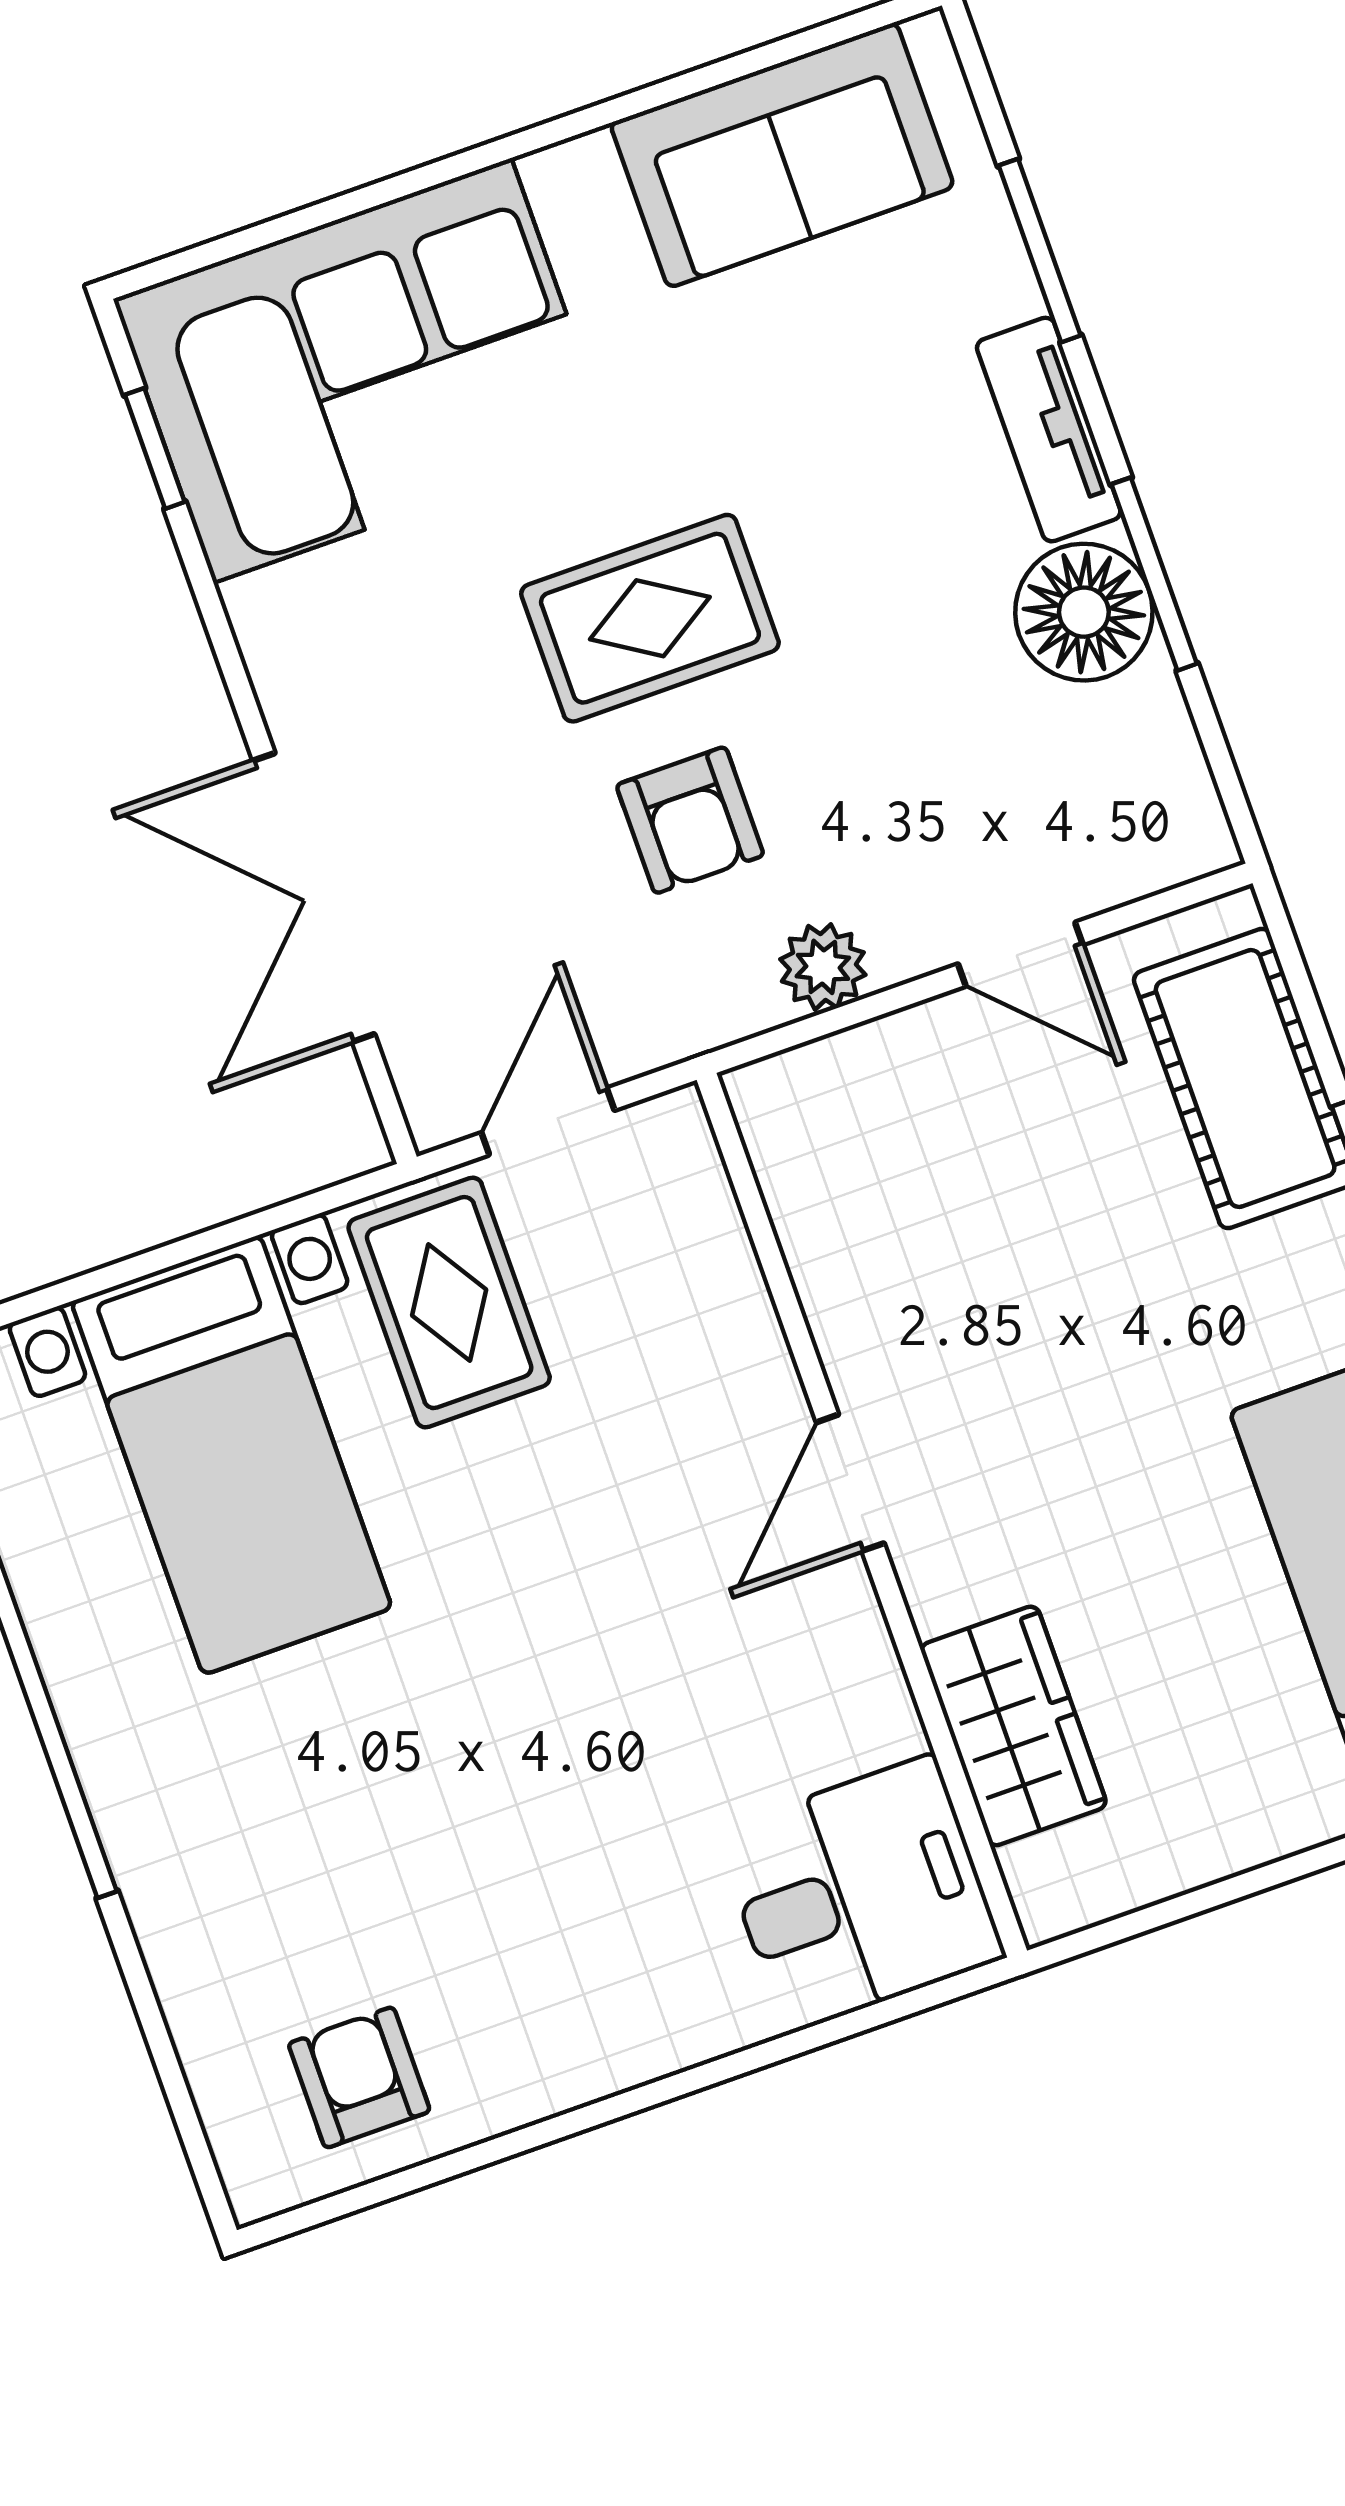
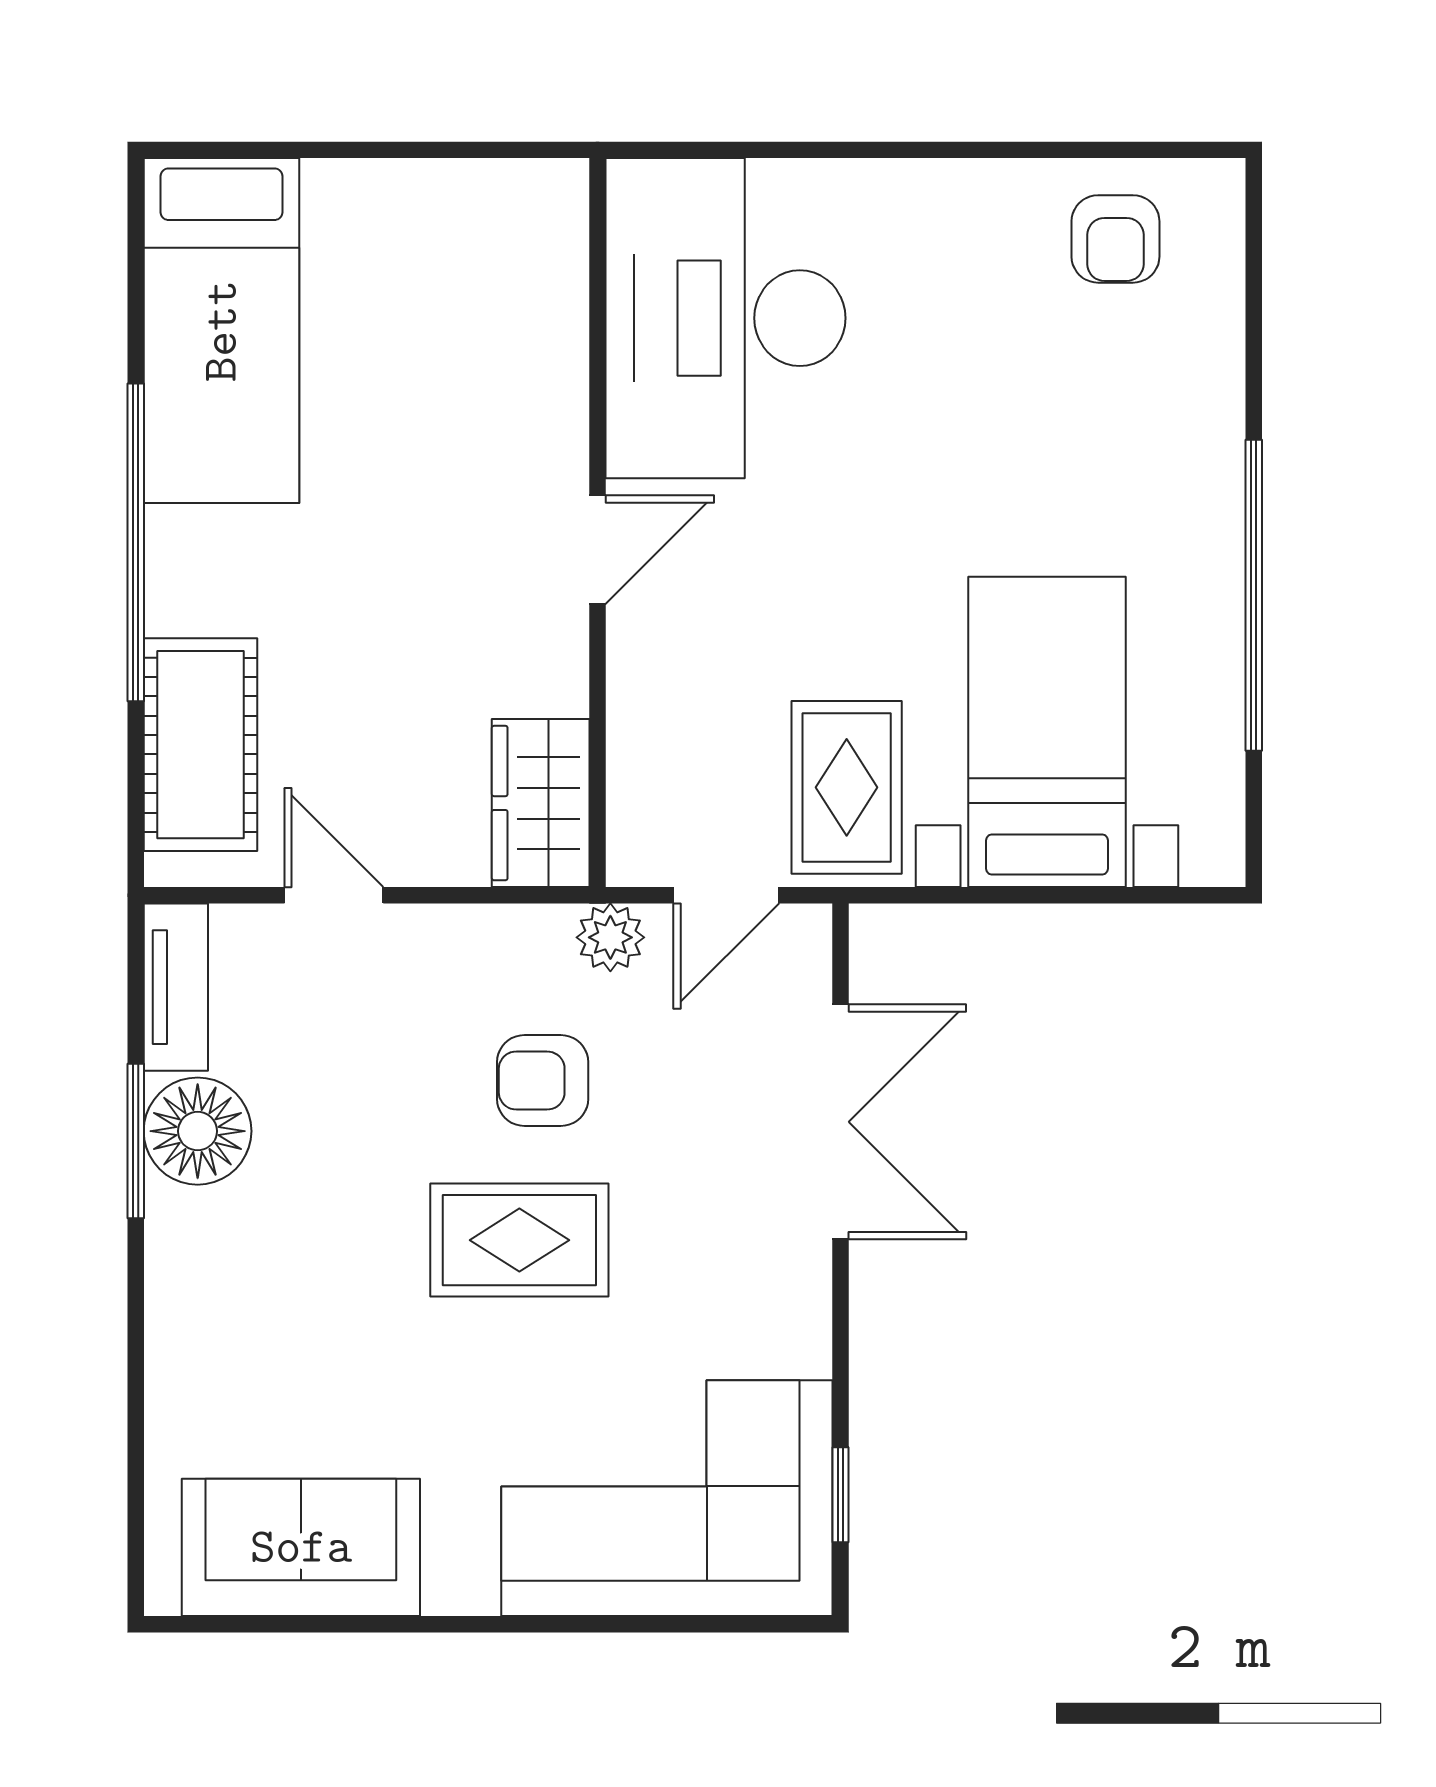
window: (1040, 251) -> (136, 1410), removed
tv unit: (1049, 430) -> (176, 987), moved
armchair: (690, 820) -> (543, 1081), turned -90
plant: (823, 967) -> (610, 937), moved
wardrobe: (1014, 1726) -> (541, 803), moved
desk: (860, 1894) -> (726, 318), width x1.87, depth x1.30

